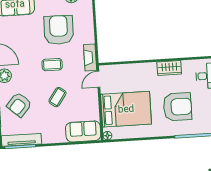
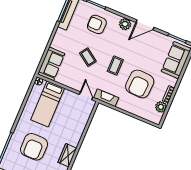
armchair: (59, 30) -> (140, 84), turned 92
armchair: (19, 105) -> (97, 24), turned -41
bed: (126, 109) -> (48, 104), width x0.67

